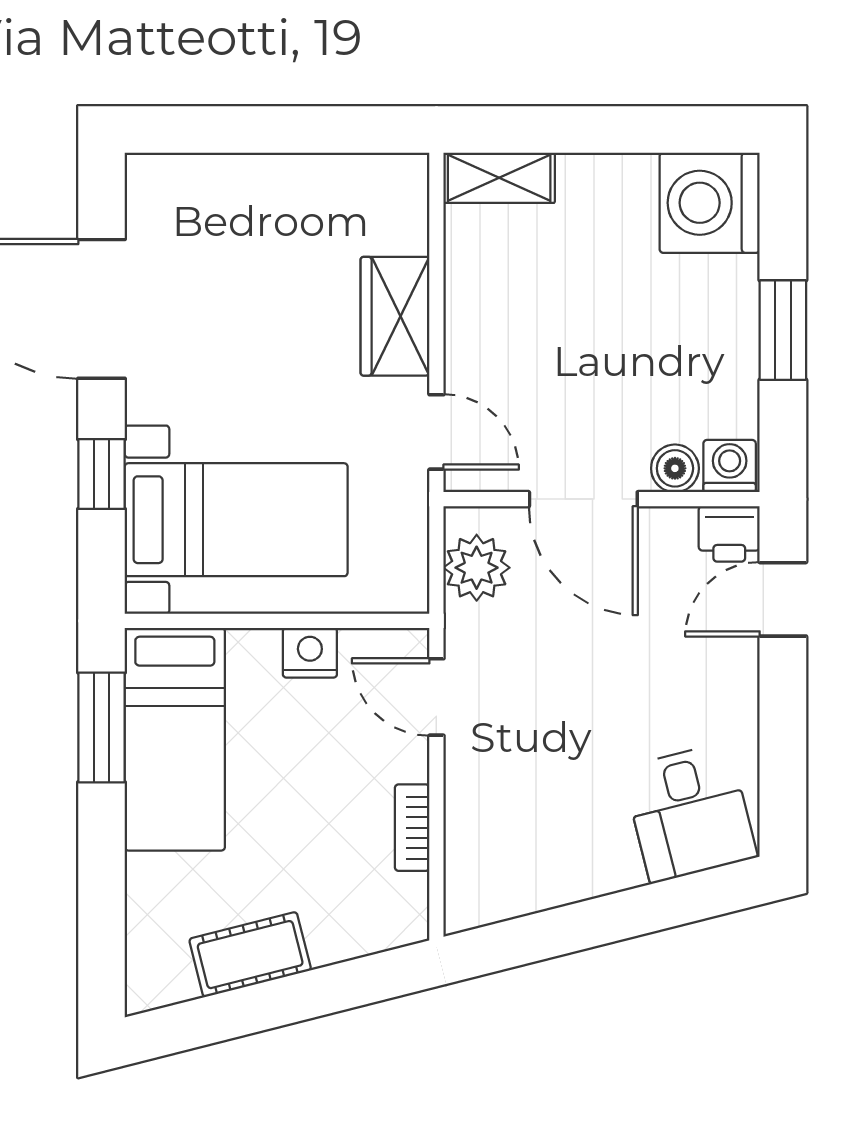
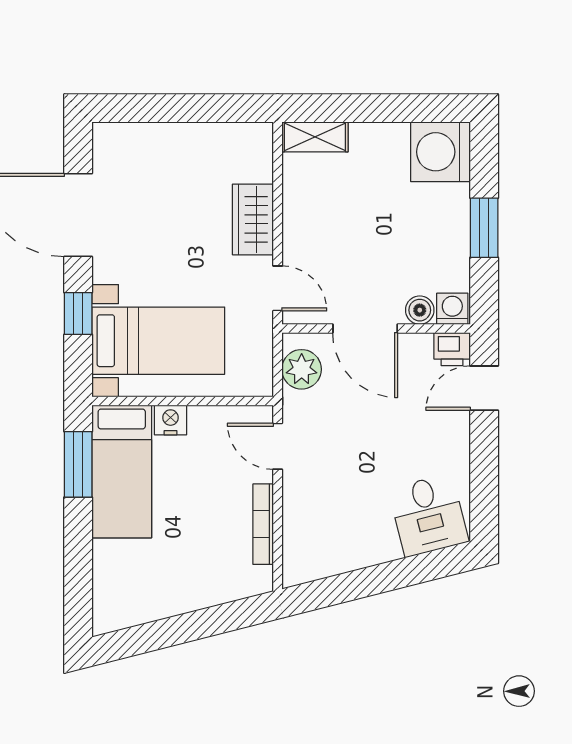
nightstand: (310, 653) -> (170, 420), moved
bookcase: (412, 828) -> (263, 524), width x1.56
cot: (250, 955) -> (167, 600), removed

